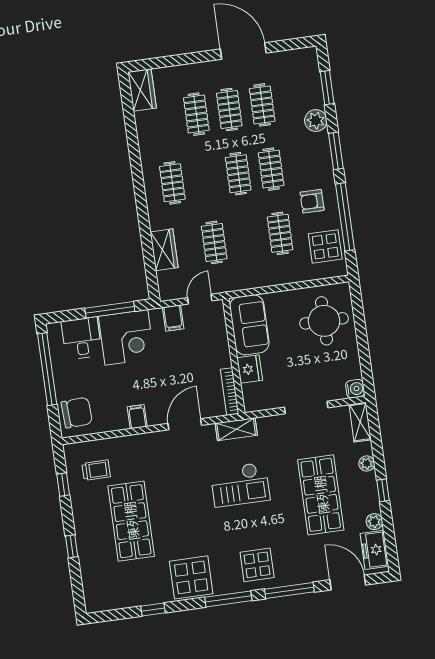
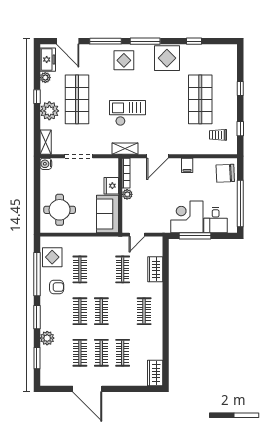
filing cabinet: (173, 318) -> (155, 225), removed
plant: (223, 359) -> (127, 194), added
plant: (367, 463) -> (49, 111), width x1.88, depth x1.88

